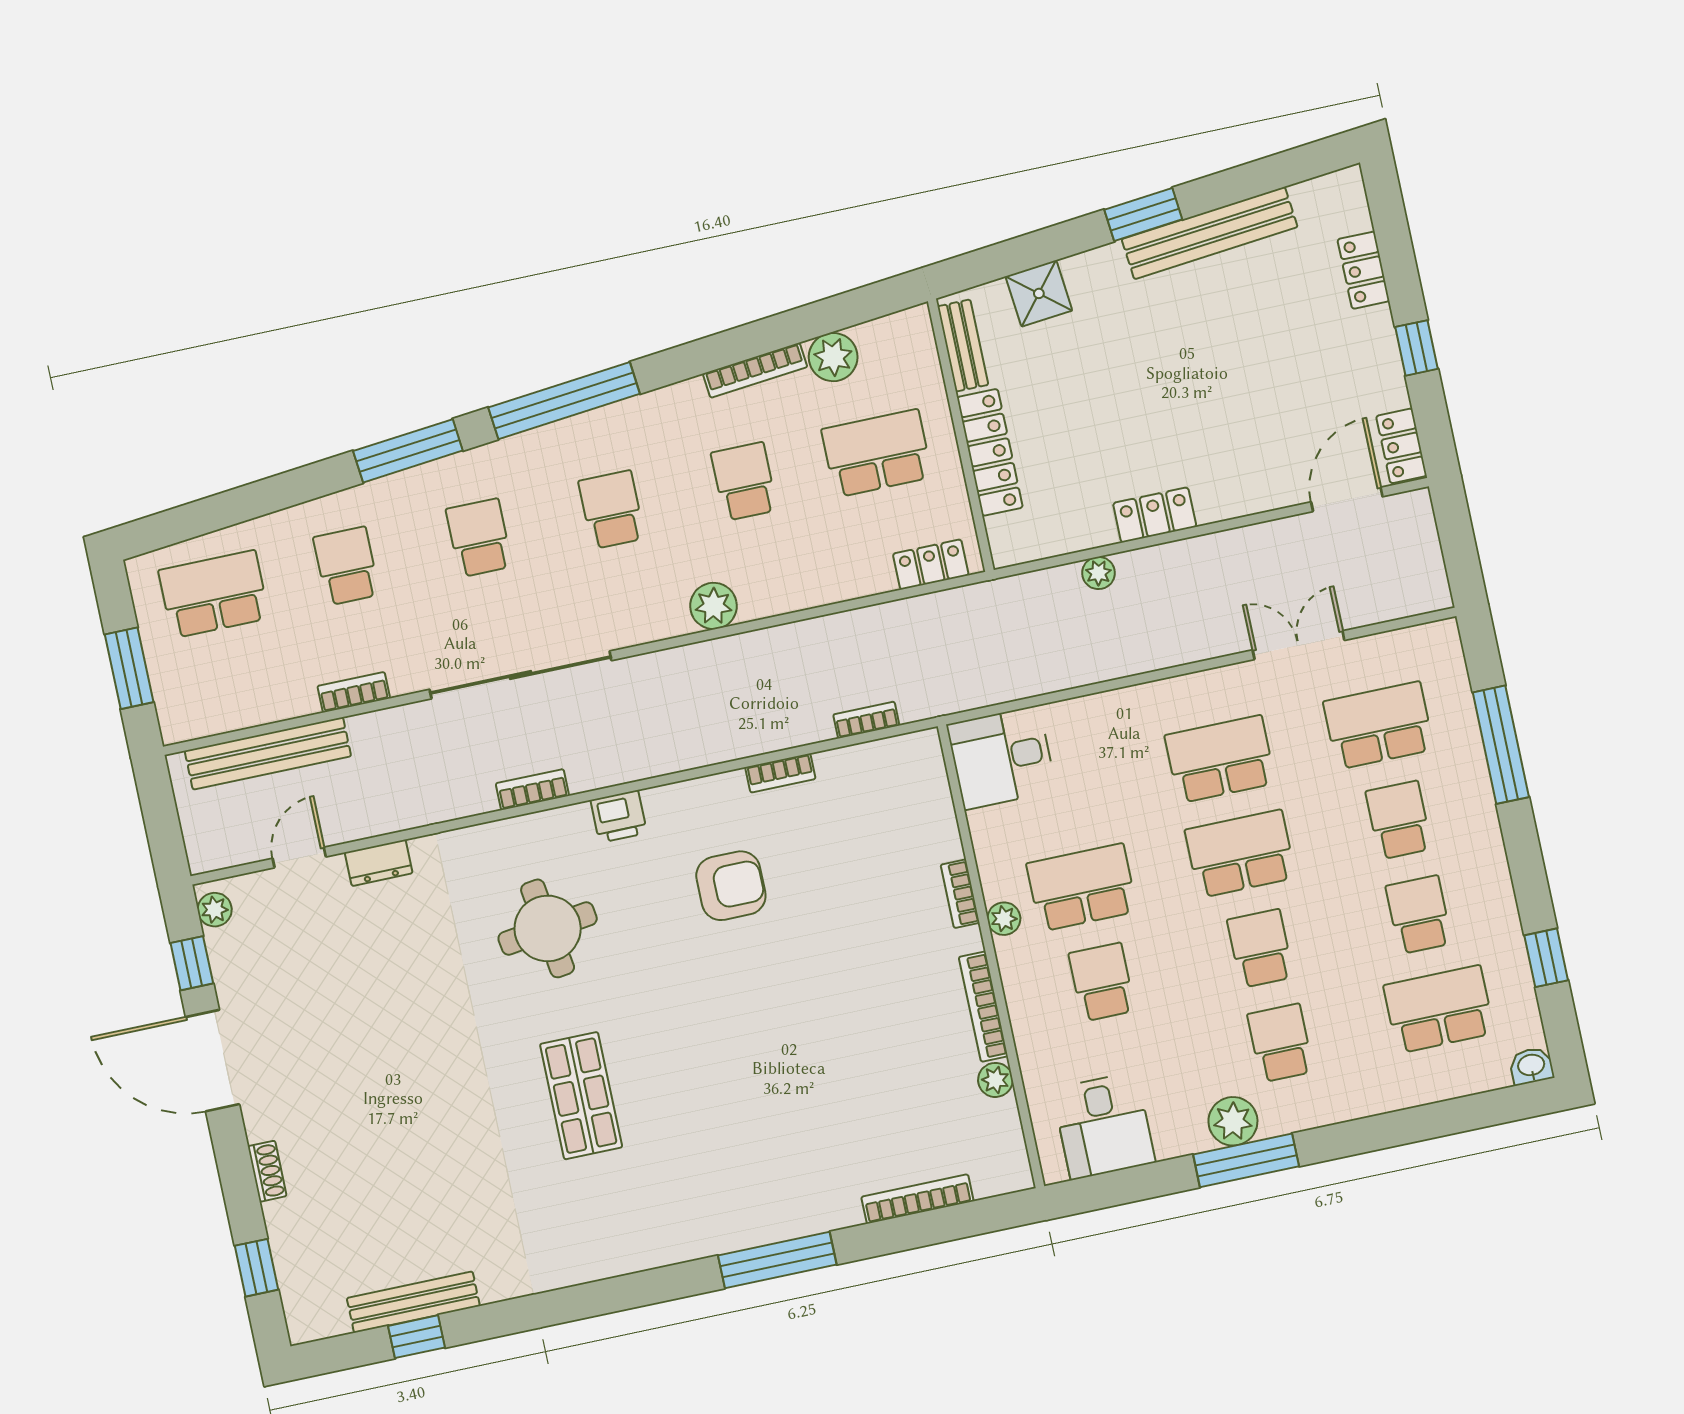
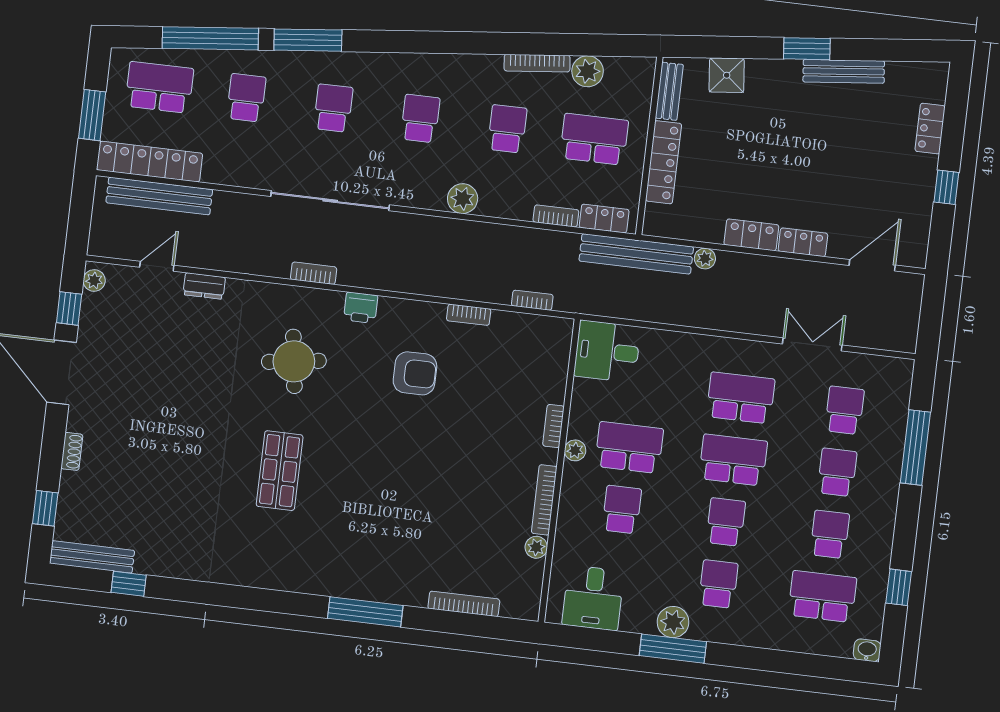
bench: (1210, 233) -> (844, 71), width x0.73, depth x0.82
window: (564, 401) -> (210, 38), moved
locker: (1401, 446) -> (803, 242), moved, turned 90
bench: (996, 600) -> (636, 254), added
bookcase: (354, 692) -> (556, 216), moved
locker: (237, 708) -> (150, 162), added
school desk: (1379, 725) -> (845, 410), width x0.54
bench: (413, 1302) -> (92, 557), moved

